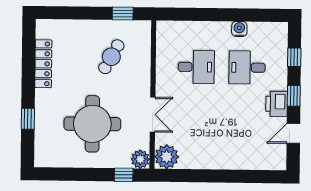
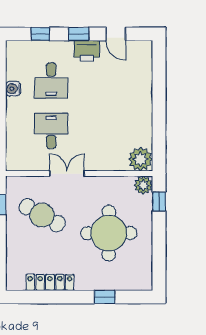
cafe table: (111, 57) -> (42, 215), width x1.37, depth x1.35
double door: (153, 115) -> (67, 174), moved

